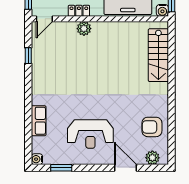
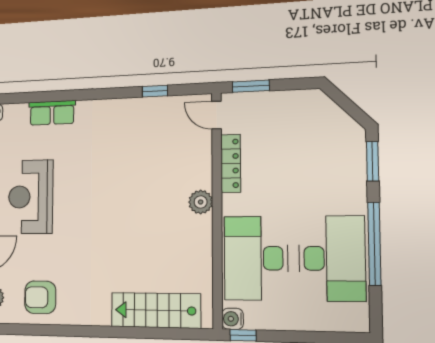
locker: (79, 11) -> (231, 163), width x1.53
plant: (84, 29) -> (201, 202), moved
armchair: (152, 127) -> (40, 297), turned -90

